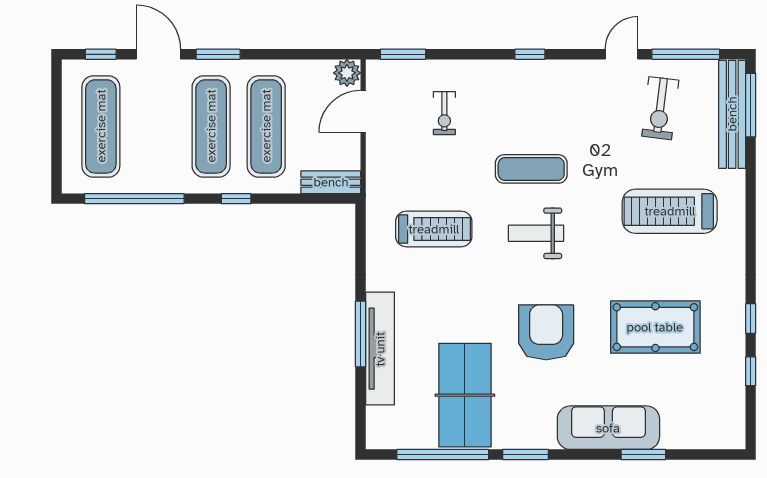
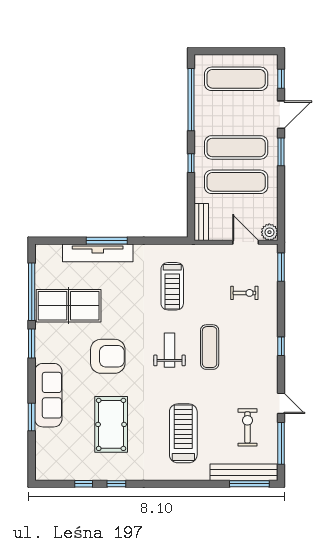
exercise bike: (660, 108) -> (247, 427), turned 83
exercise bike: (444, 113) -> (244, 293), turned 180

